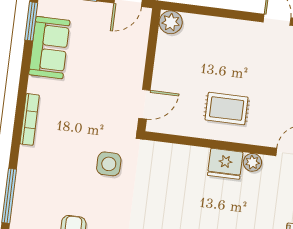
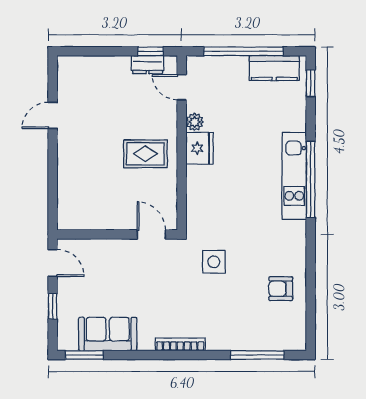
plant: (171, 22) -> (68, 219), removed
rug: (227, 109) -> (145, 154), turned 90

